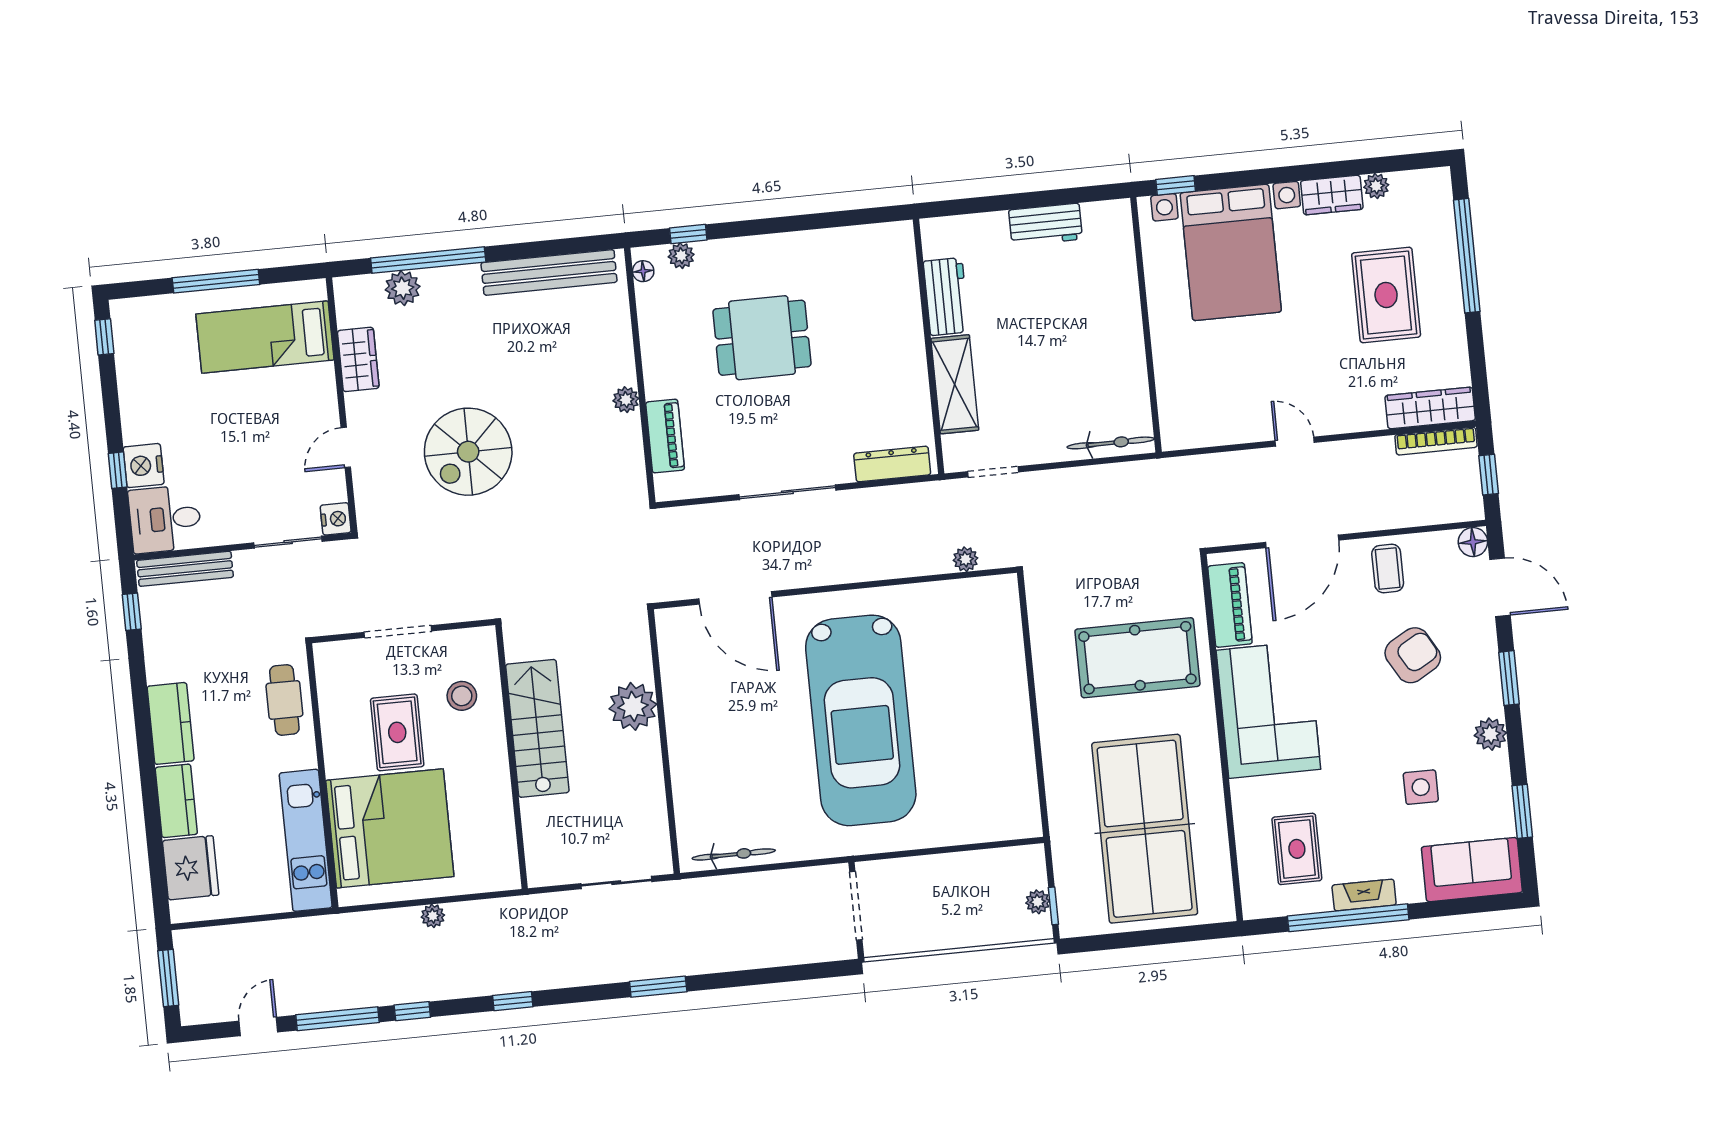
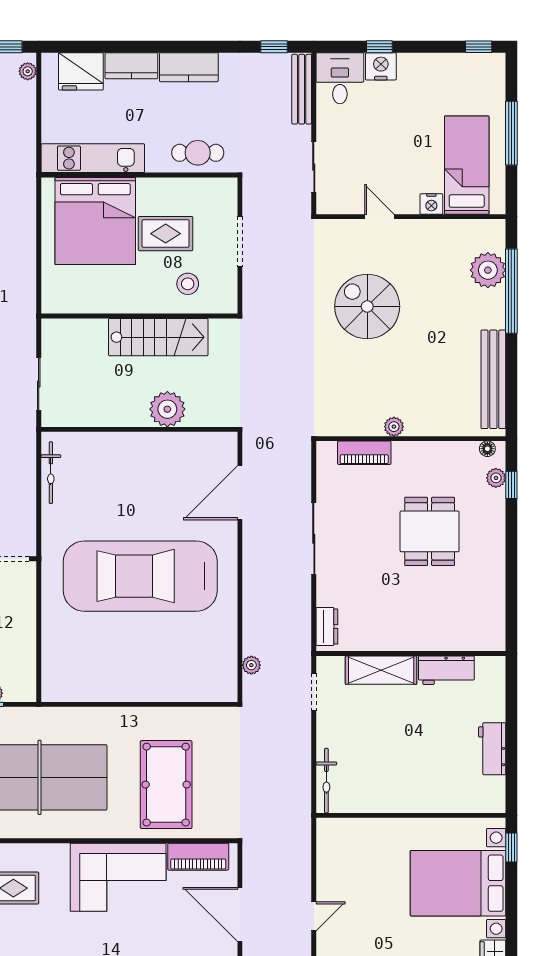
plant: (403, 288) -> (488, 270), width x1.36, depth x1.36
wardrobe: (358, 359) -> (443, 232), removed
dresser: (892, 464) -> (327, 627), width x0.70
nightstand: (336, 519) -> (431, 204), moved
plant: (433, 916) -> (28, 71), moved

